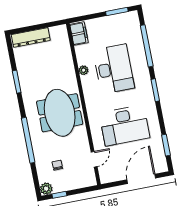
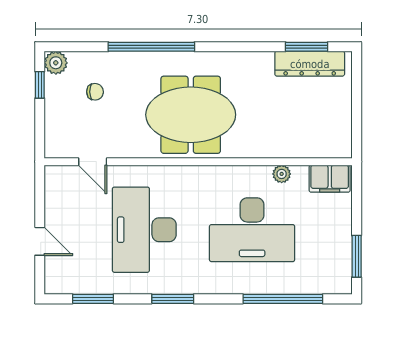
dresser: (31, 37) -> (310, 64), moved, turned -90
plant: (84, 70) -> (282, 174), moved
window: (17, 82) -> (307, 47), moved
window: (155, 90) -> (173, 299), moved
door: (141, 179) -> (40, 241), width x0.53

